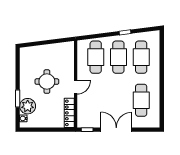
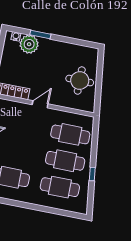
round table: (47, 82) -> (80, 80), moved
door: (76, 87) -> (40, 104), swing flipped

